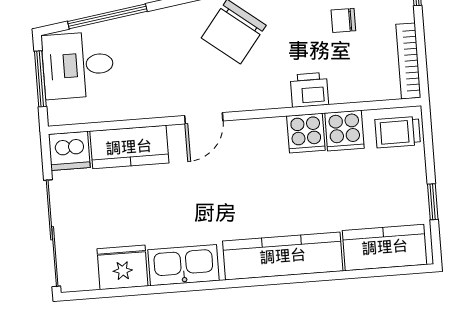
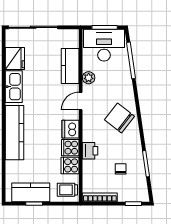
desk: (78, 65) -> (104, 45), width x1.37
plant: (152, 105) -> (89, 78), added
door: (204, 118) -> (81, 101), hinge flipped
trolley: (398, 132) -> (67, 190), turned -90
dishwasher: (69, 151) -> (70, 129), moved
kitchen counter: (385, 247) -> (31, 192), moved, turned -90

